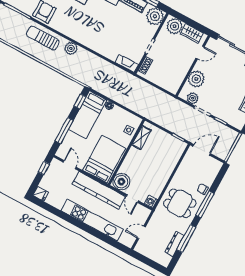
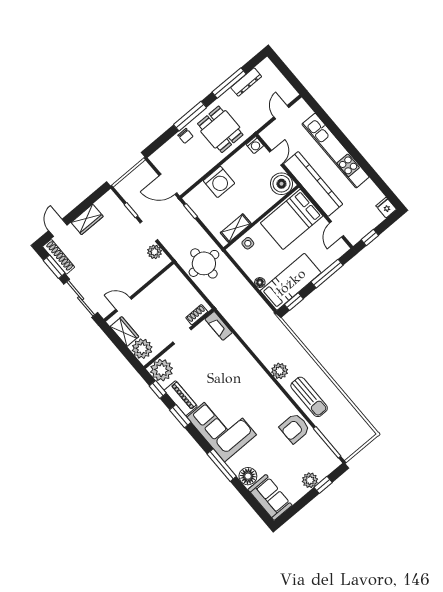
plant: (196, 79) -> (141, 274), removed
round table: (154, 104) -> (204, 263), added
washing machine: (166, 166) -> (219, 182), added
door: (141, 232) -> (281, 112), swing flipped

